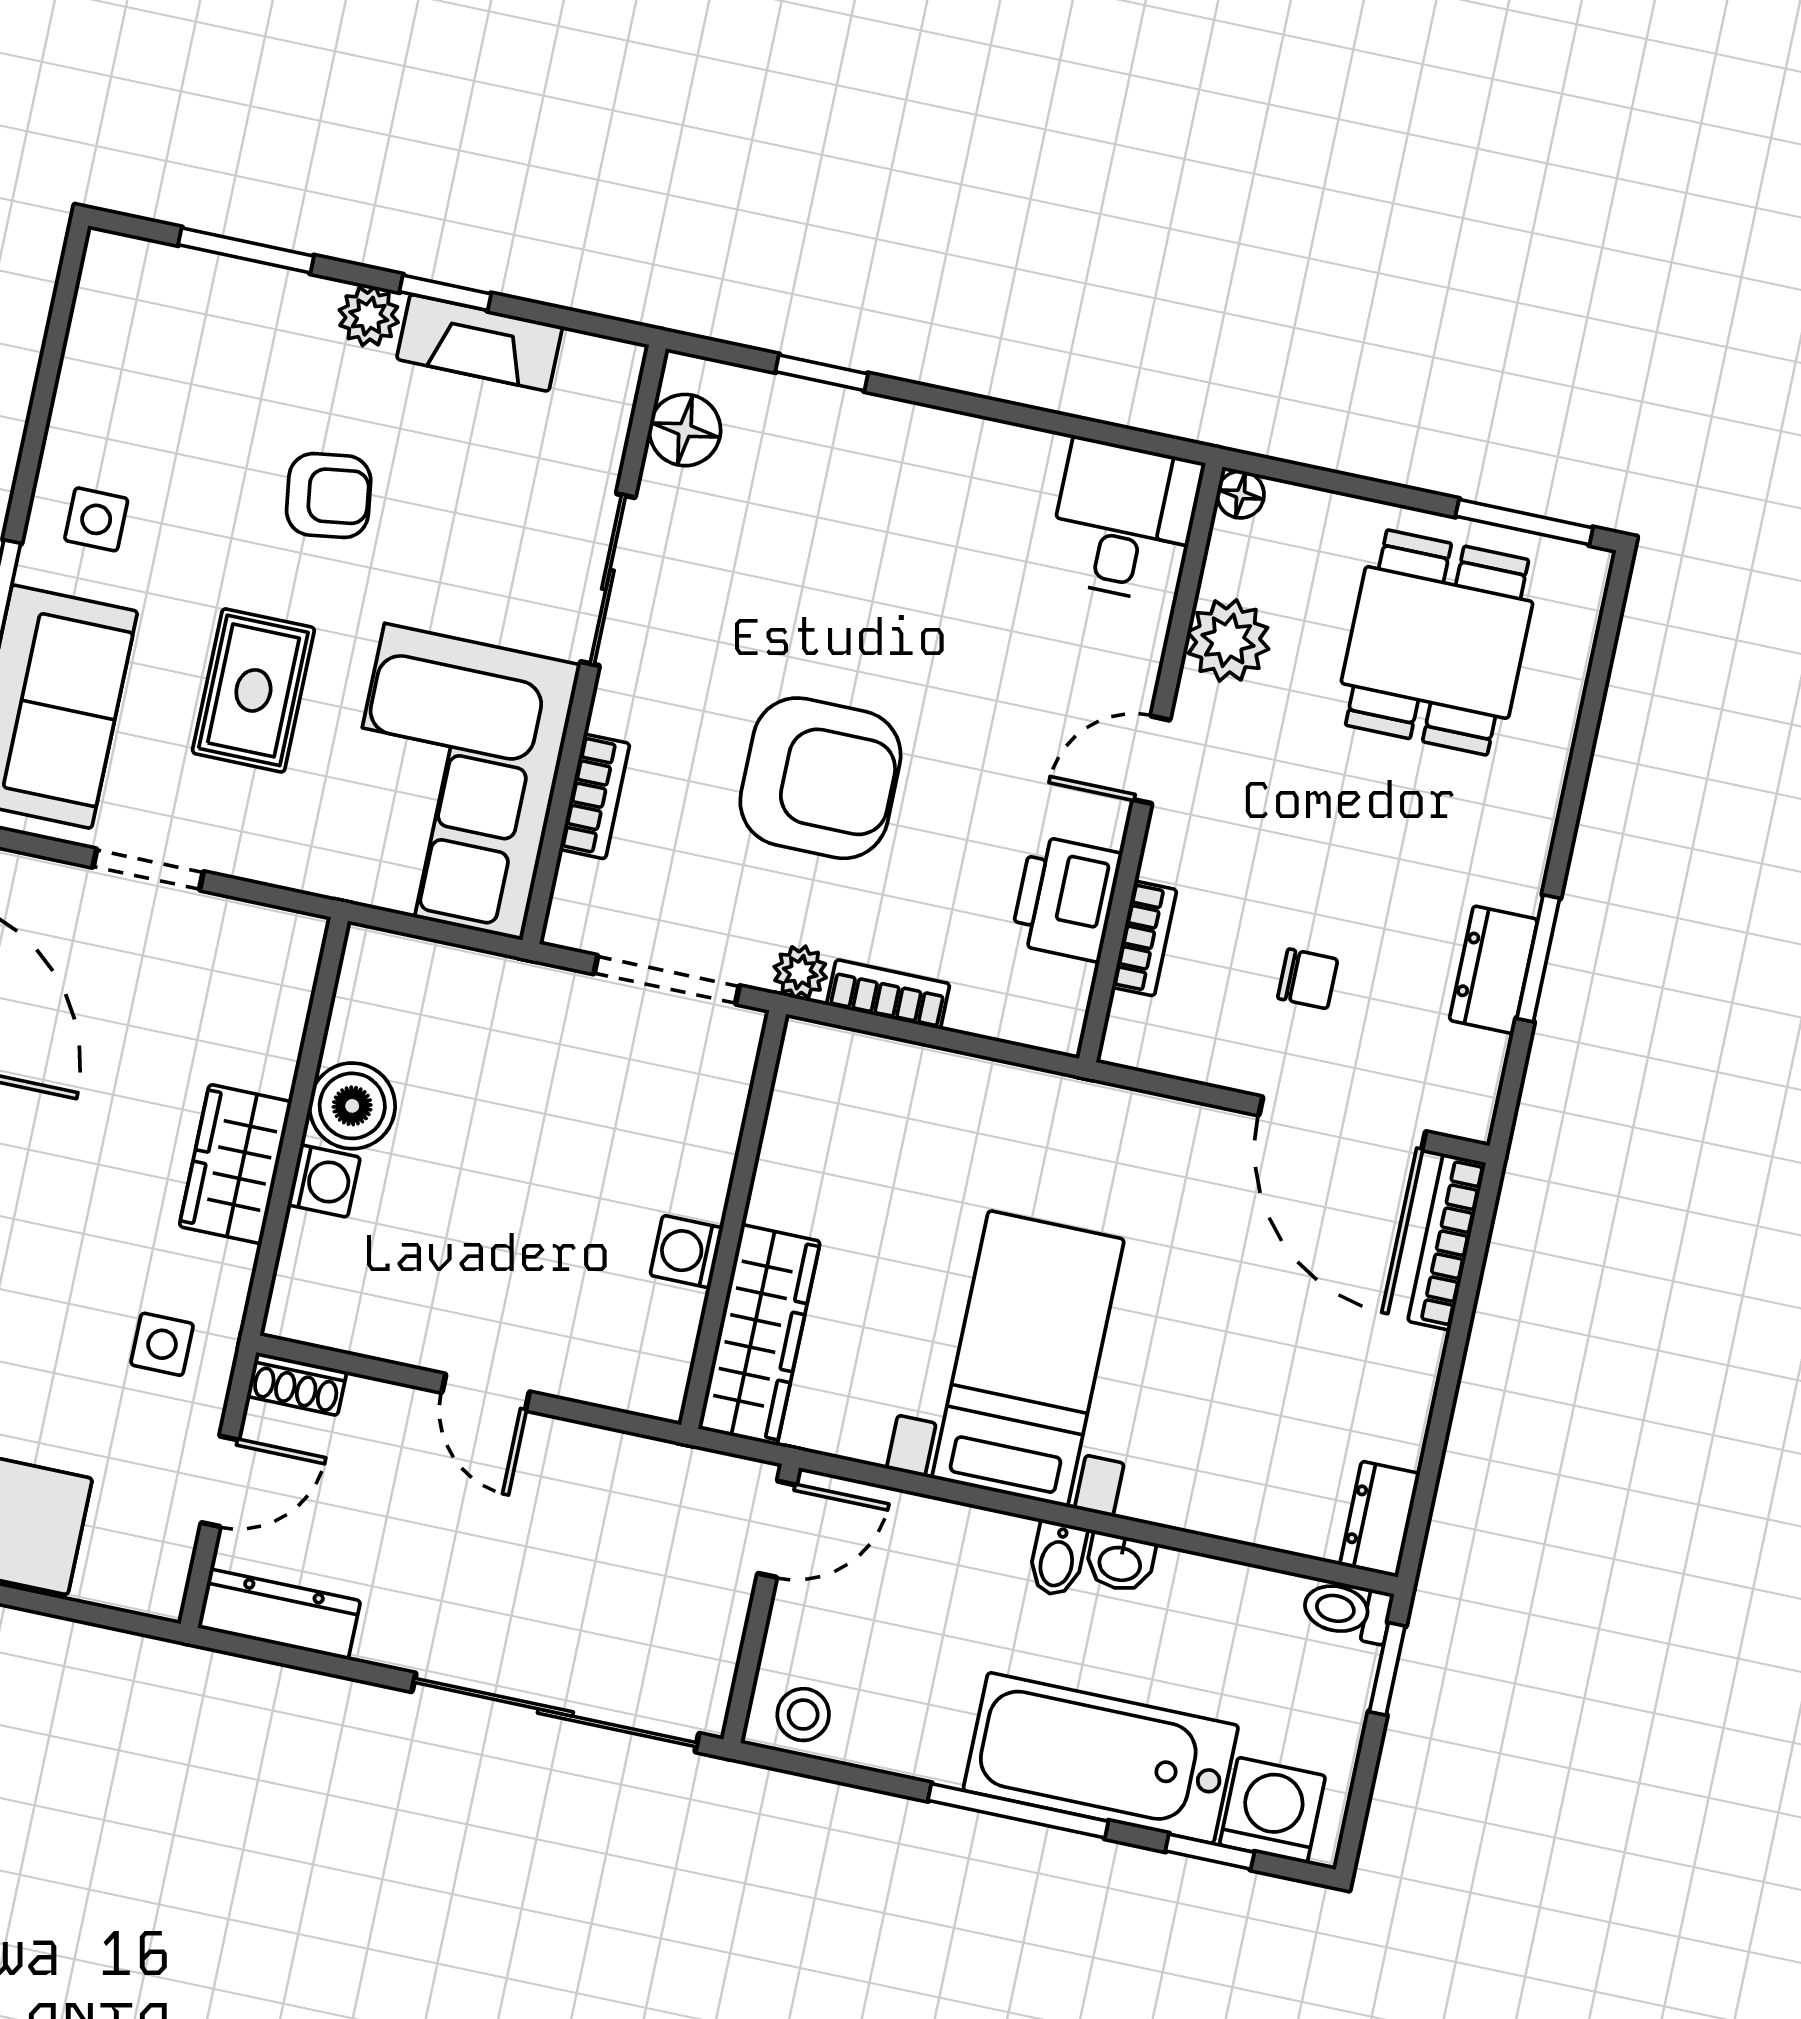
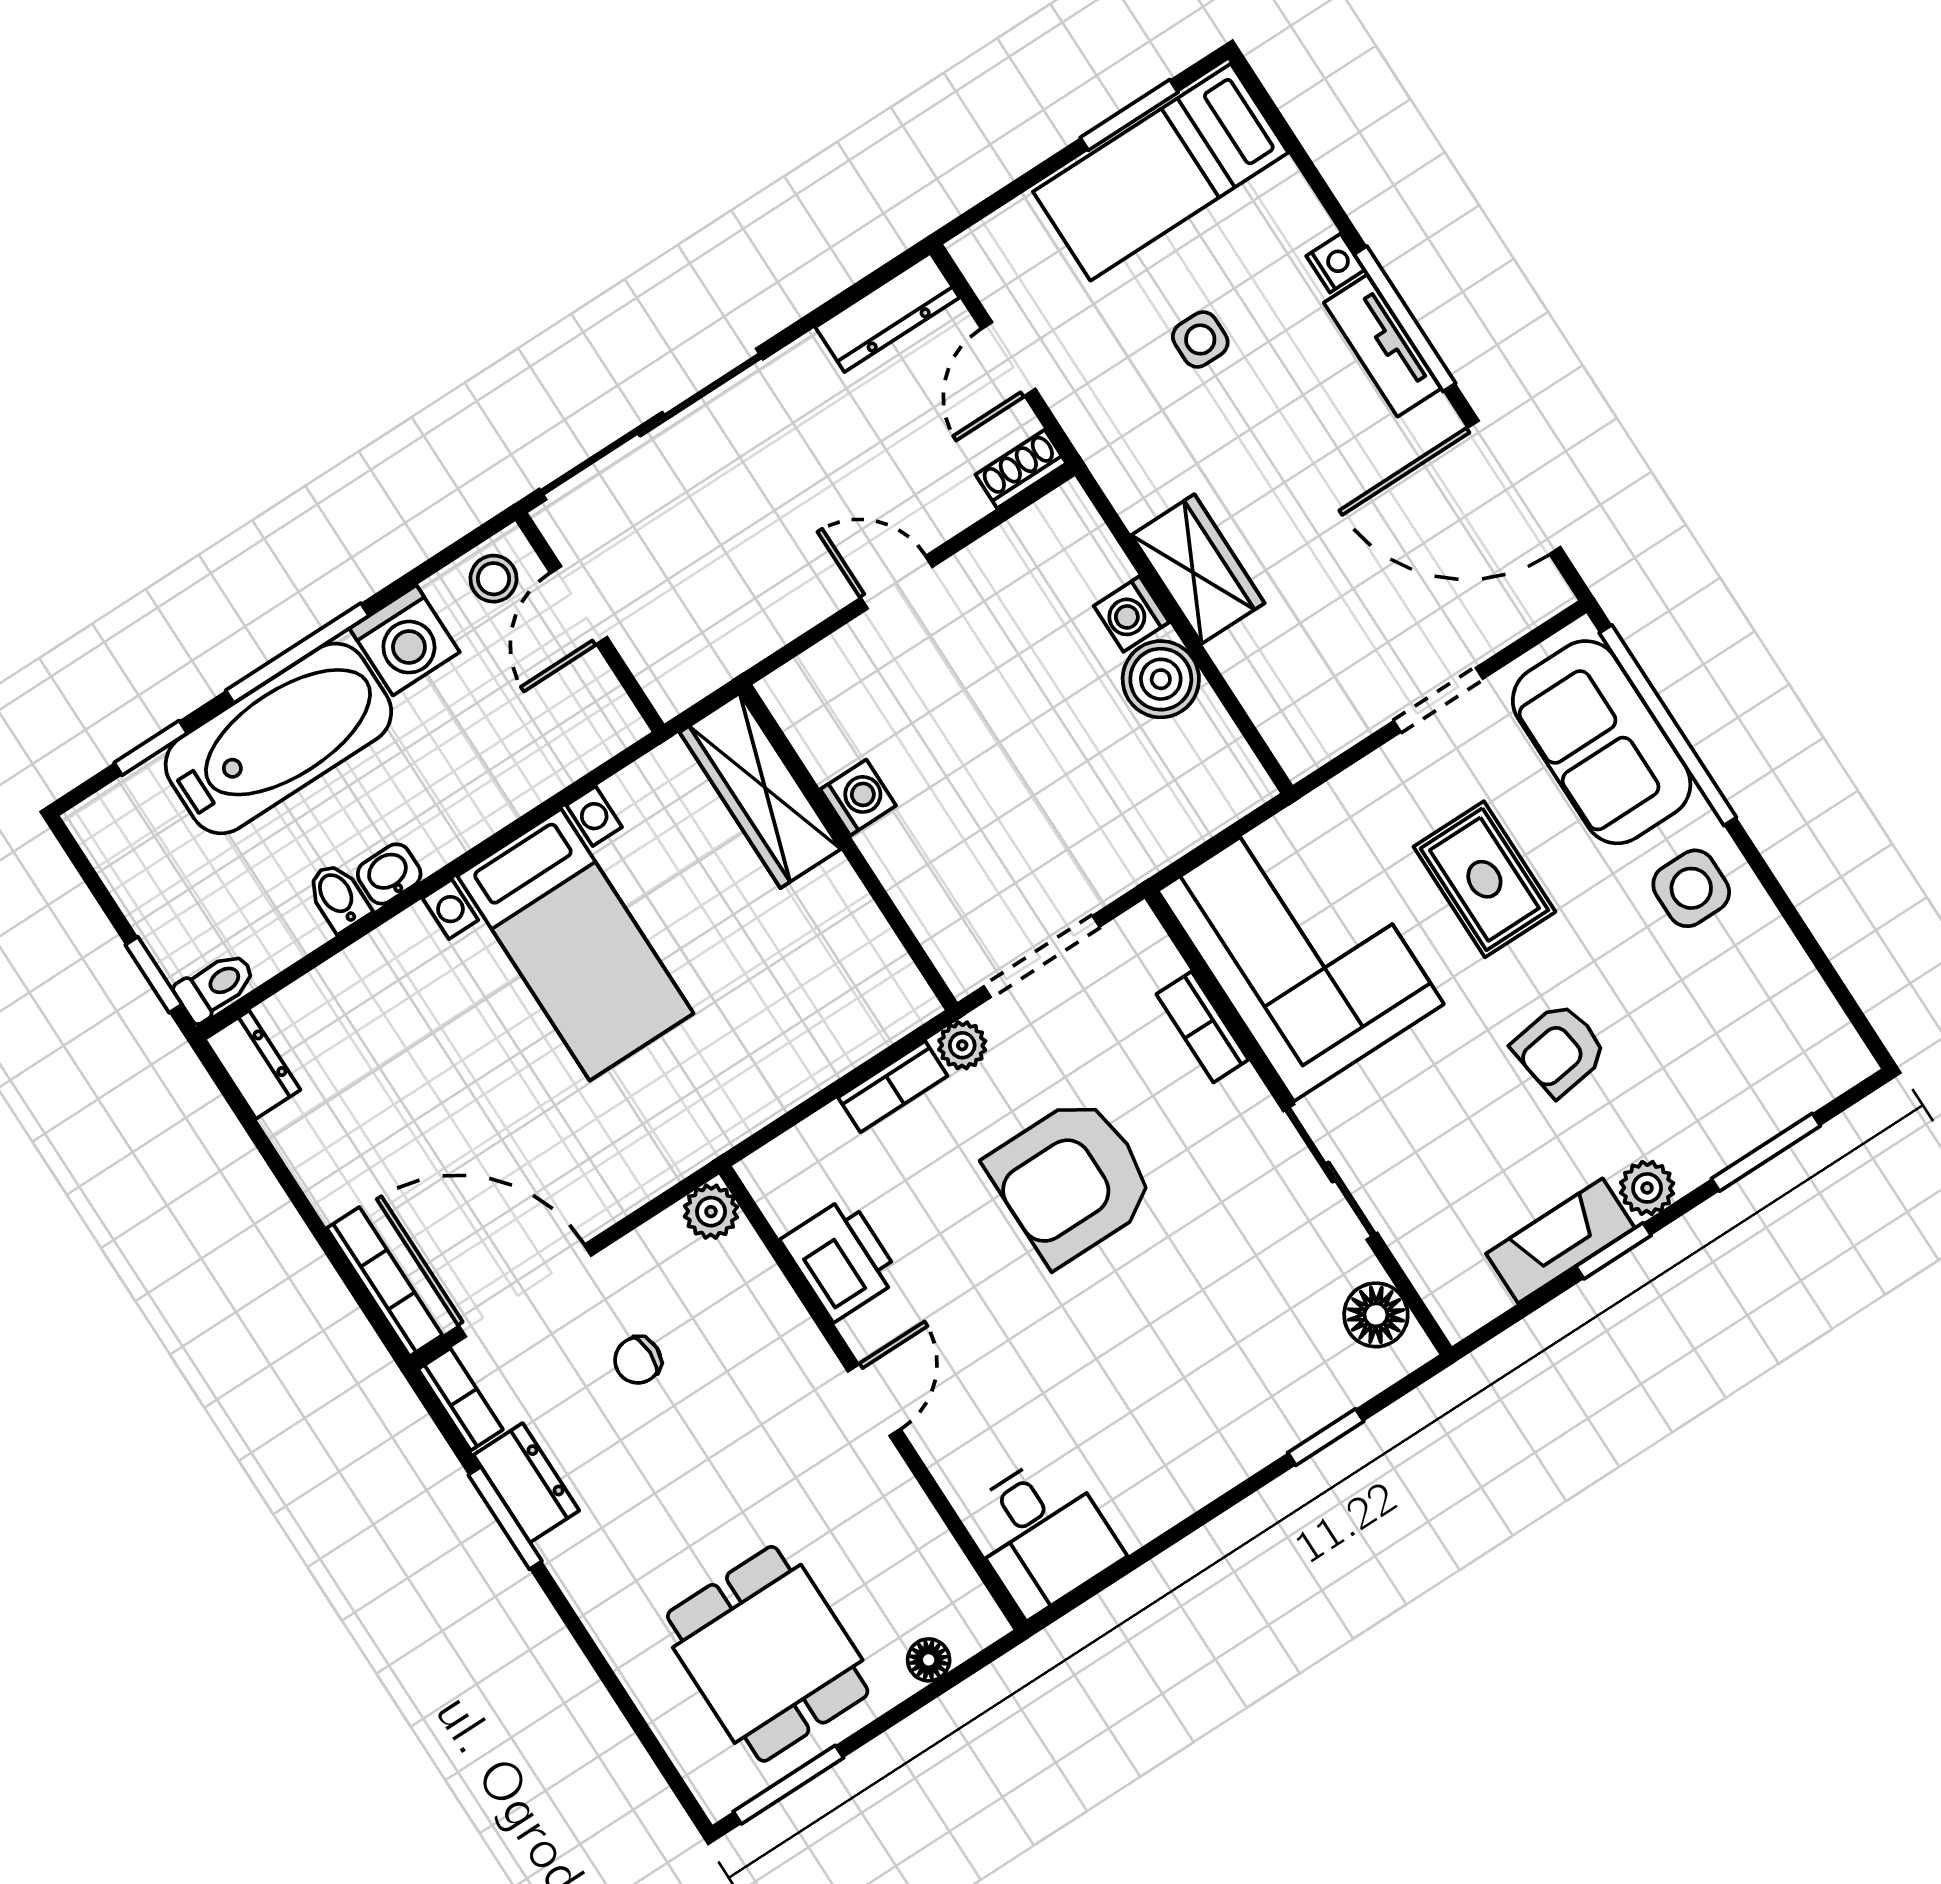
floor lamp: (1241, 495) -> (929, 1660), moved
side table: (96, 519) -> (1691, 888), width x1.37, depth x1.37
plant: (1228, 640) -> (711, 1212), moved, width x0.73, depth x0.73
bookcase: (1144, 938) -> (460, 1399), moved, turned 180
side table: (162, 1344) -> (1200, 339), moved
door: (777, 1529) -> (579, 605), moved
bidet: (1057, 1559) -> (338, 897), moved
washing machine: (1272, 1810) -> (405, 640), moved

